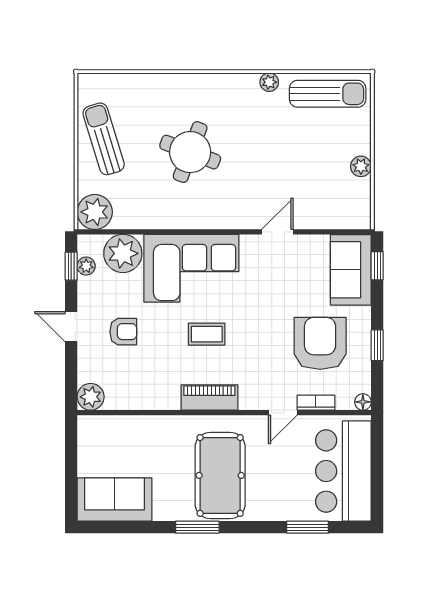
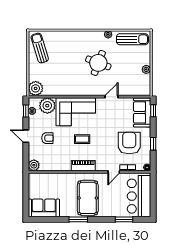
sun lounger: (104, 139) -> (40, 48), moved
round table: (190, 152) -> (98, 63), moved

